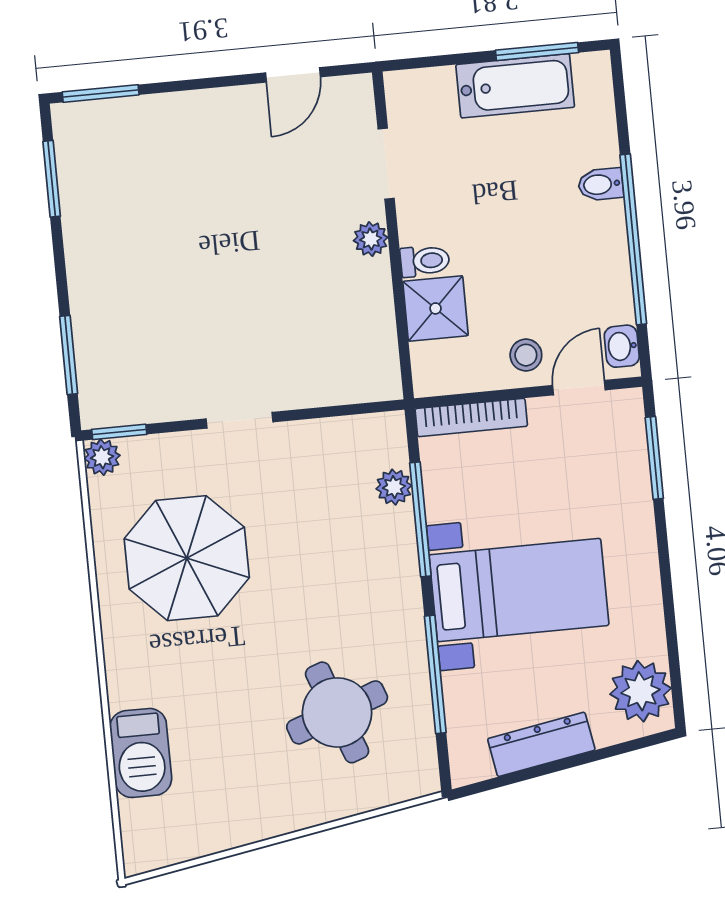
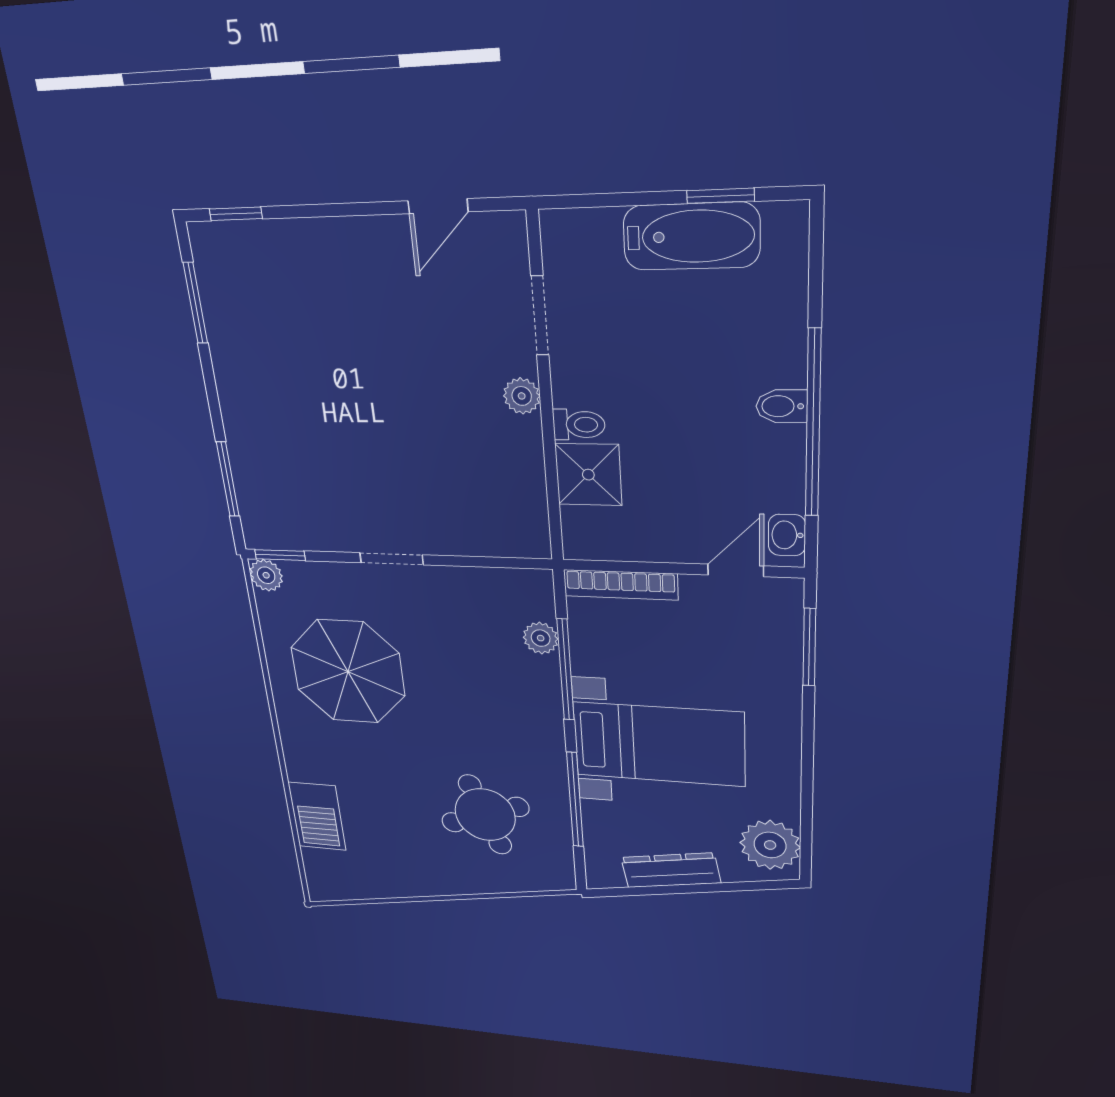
window: (537, 51) -> (720, 196), width x0.67
window: (101, 93) -> (236, 214), width x0.67
bidet: (601, 184) -> (782, 406), moved
stool: (526, 355) -> (682, 532), removed

